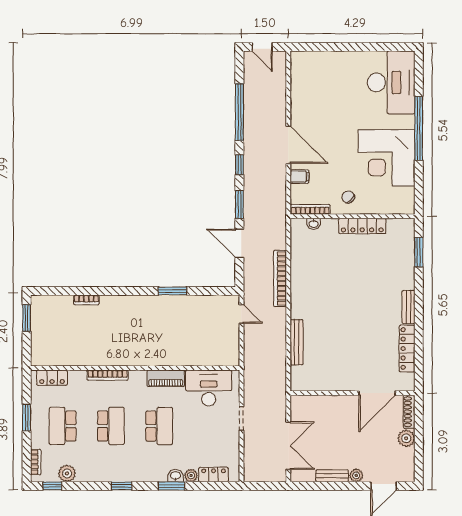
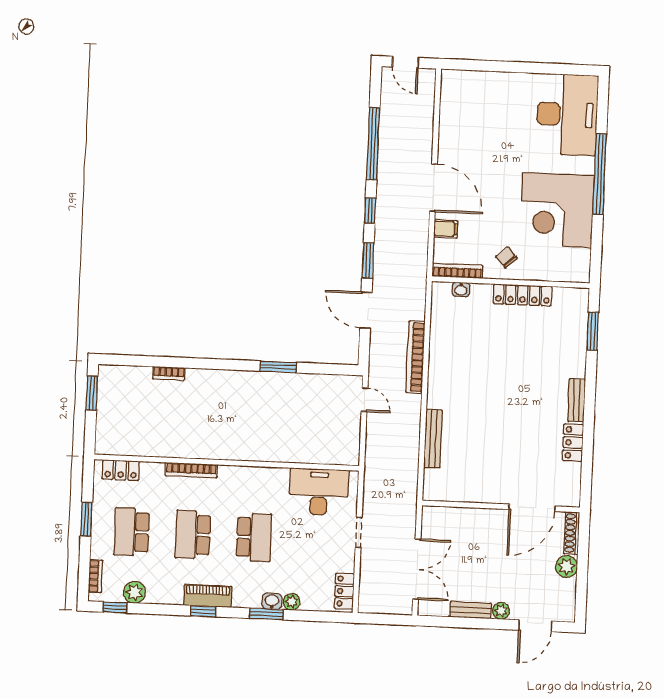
locker: (407, 349) -> (573, 443), width x0.66
piano: (166, 378) -> (208, 596), moved, turned 180
school desk: (111, 426) -> (193, 535), turned 180
locker: (214, 475) -> (344, 591), moved, turned -90

